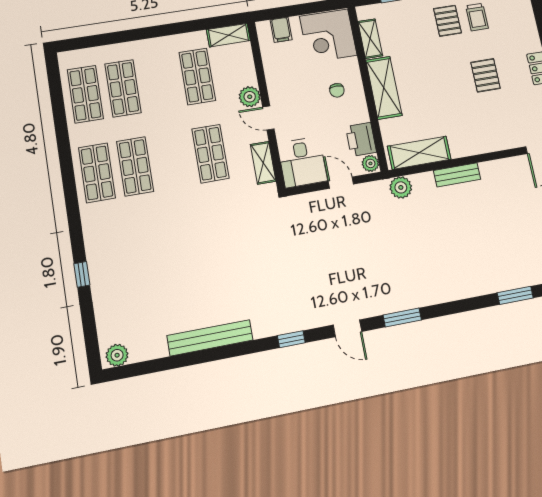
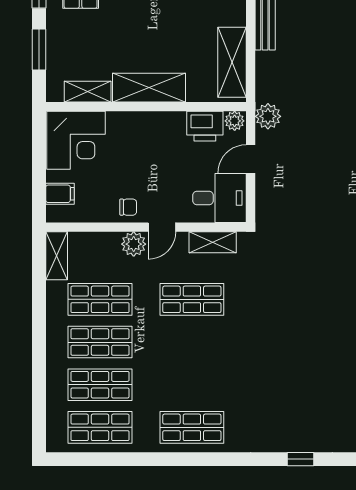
chair: (337, 90) -> (128, 207), moved
shop shelf: (135, 166) -> (100, 342), moved
plant: (401, 187) -> (268, 116), moved

